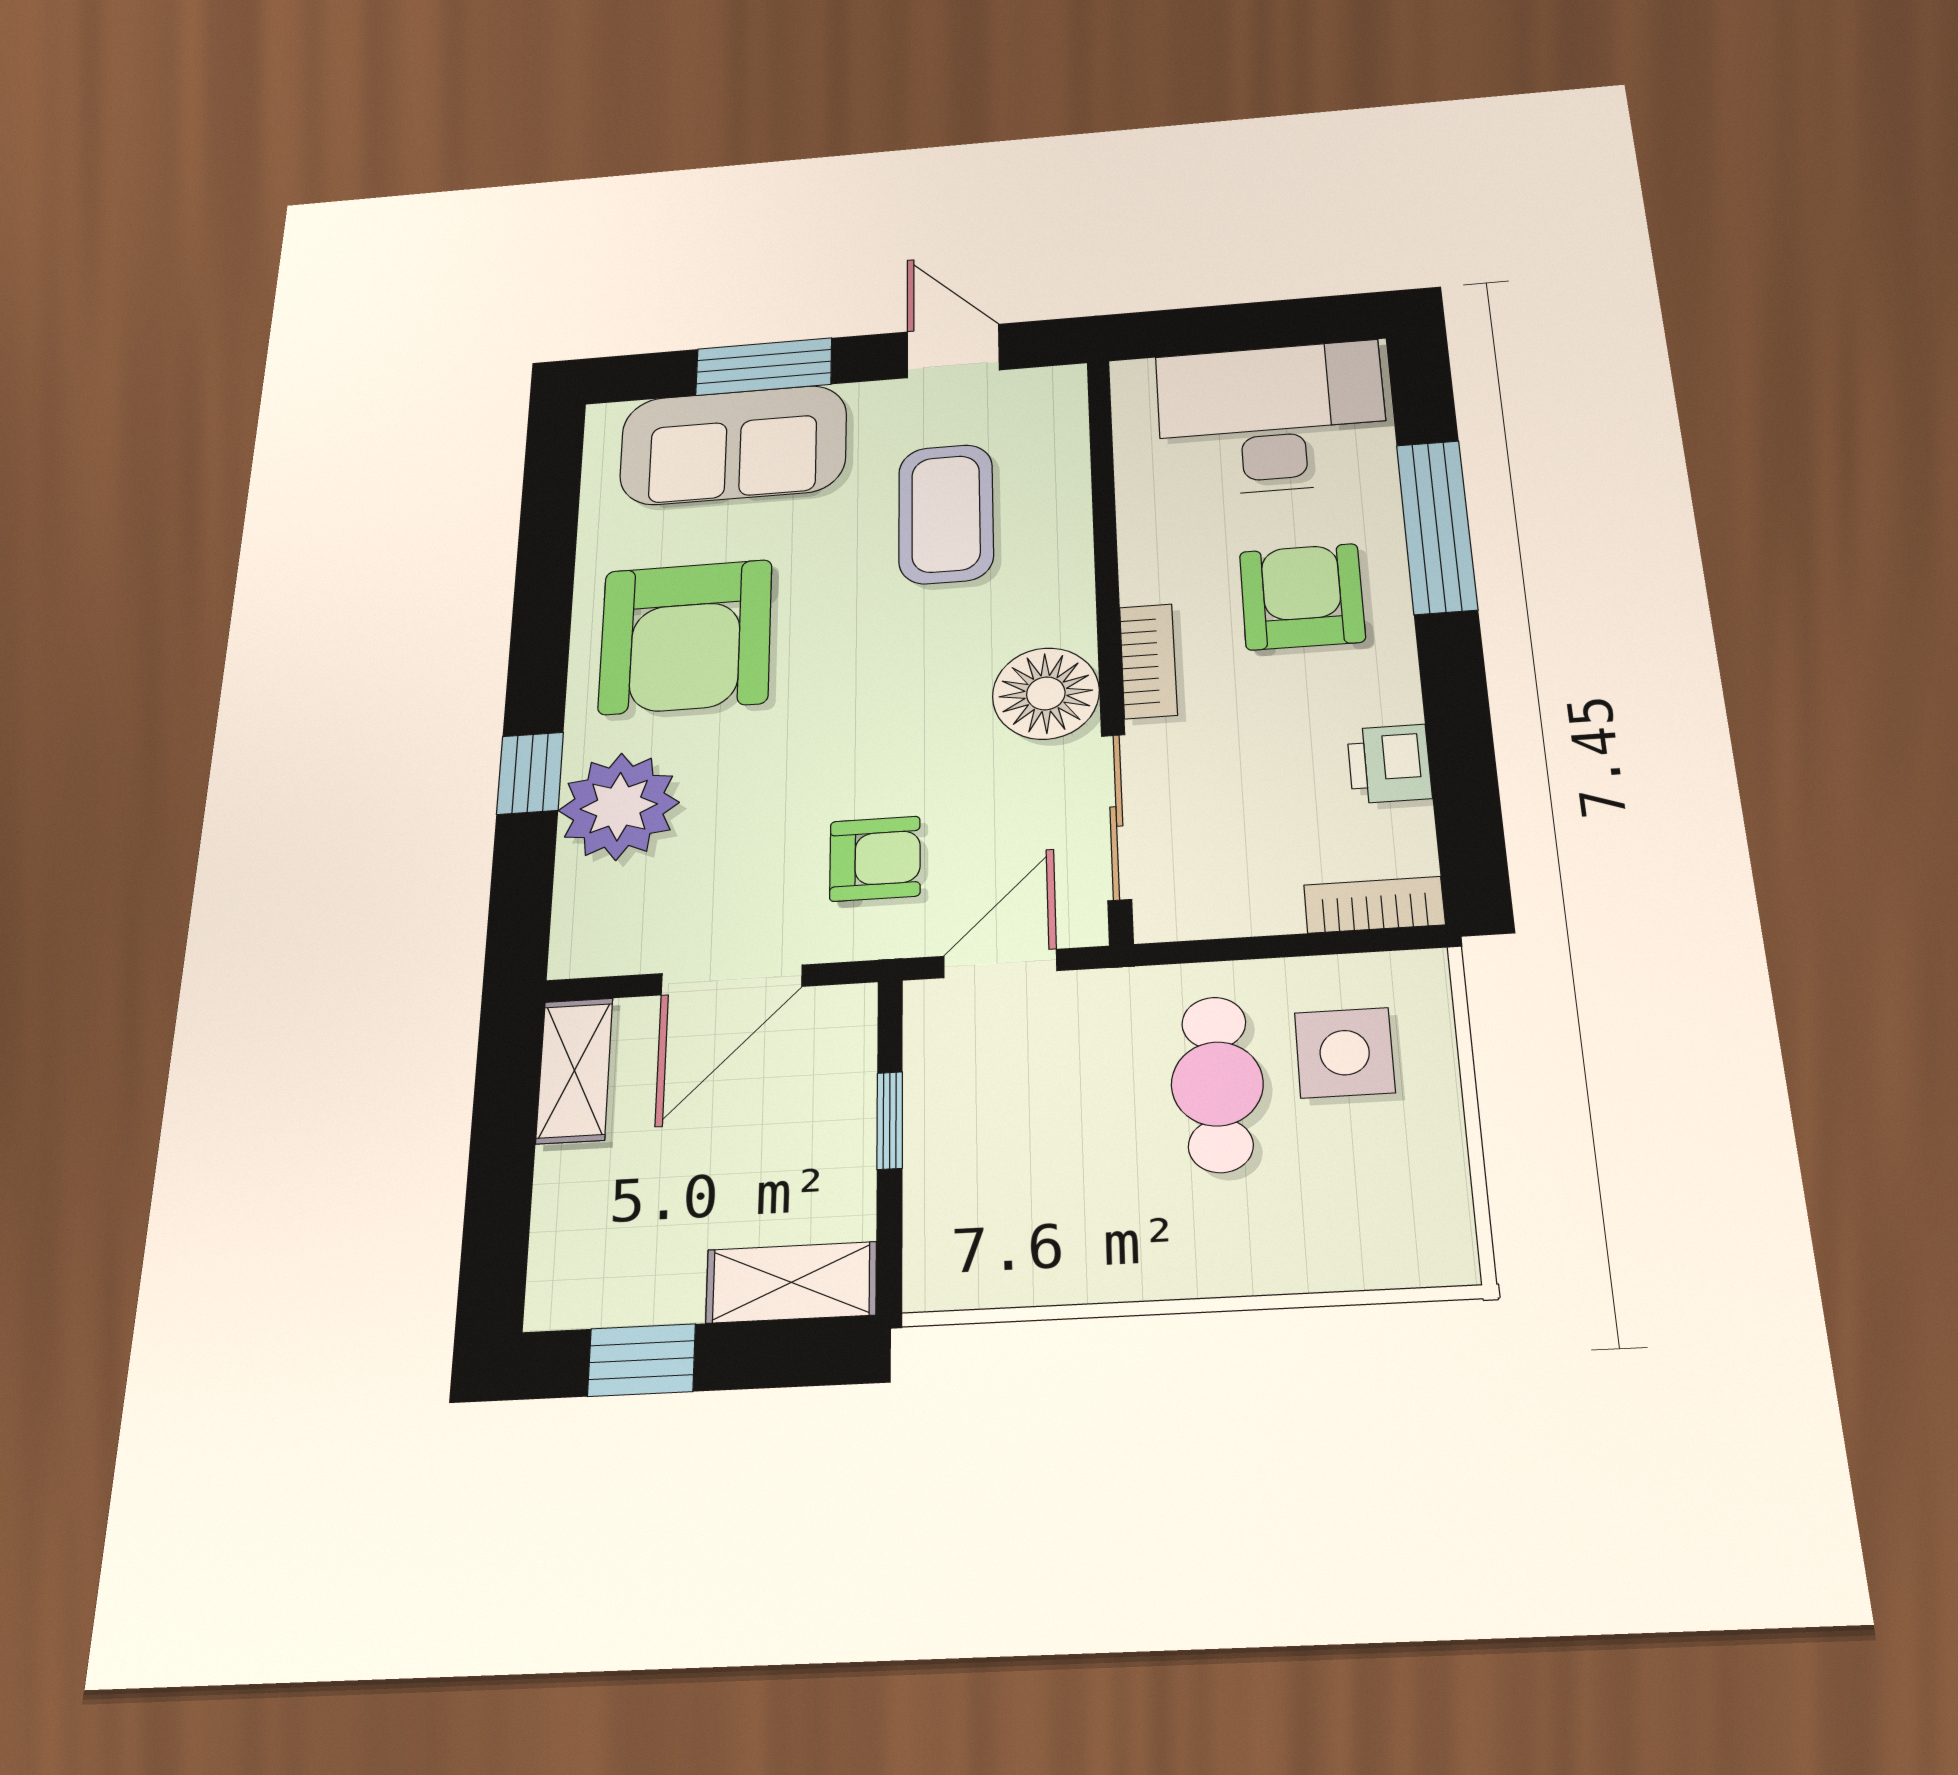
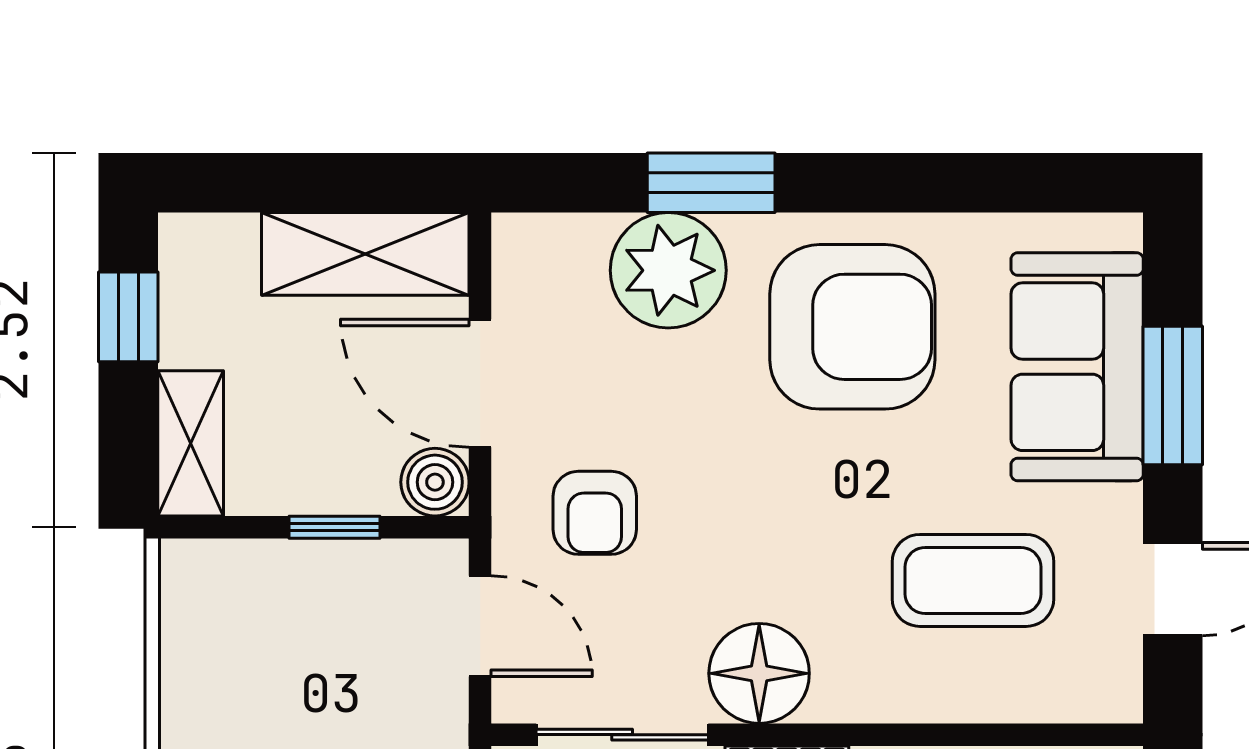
armchair: (686, 637) -> (852, 327), turned 180
window: (530, 773) -> (711, 183), width x1.50
boiler: (840, 1019) -> (435, 482), added
shelving: (574, 1070) -> (365, 254), width x1.50, depth x1.33

